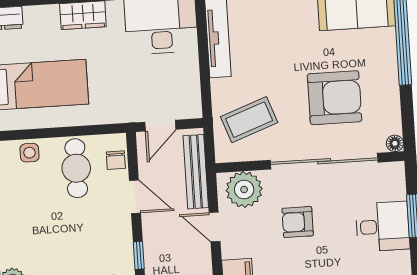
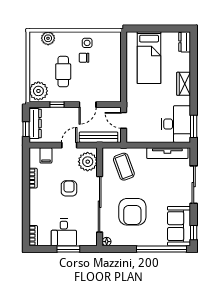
side table: (30, 153) -> (87, 43), moved
chair: (116, 160) -> (84, 58), moved
cafe table: (76, 168) -> (63, 72), moved, turned 90

